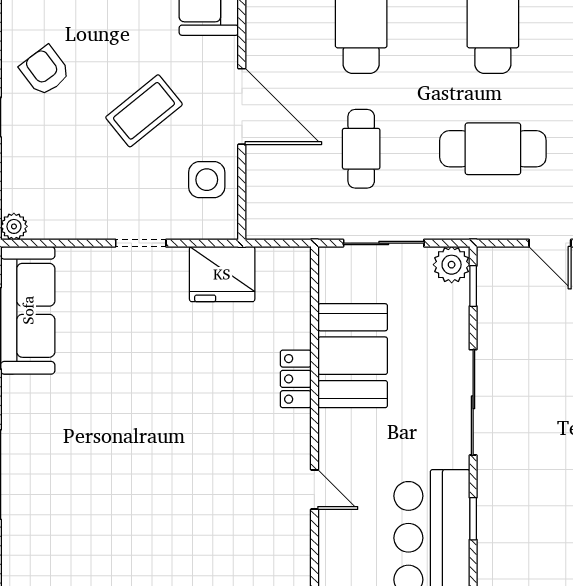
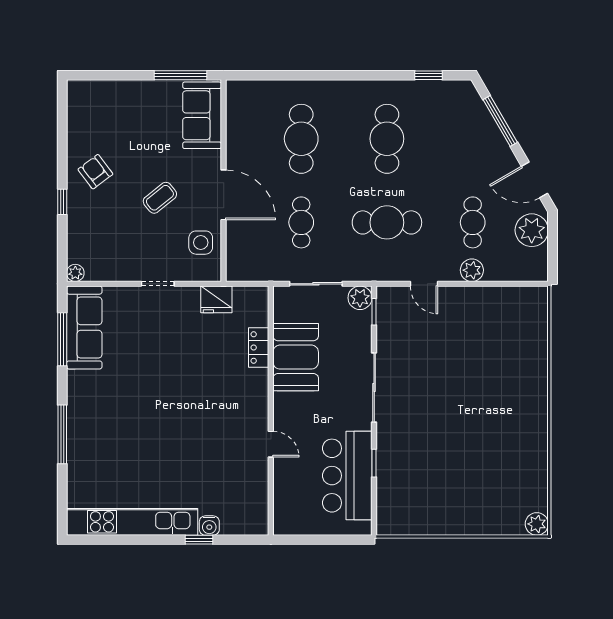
coffee table: (144, 111) -> (160, 198), width x0.73, depth x0.77
fridge: (222, 274) -> (216, 299), width x0.73, depth x0.75
locker: (296, 379) -> (259, 348), moved

